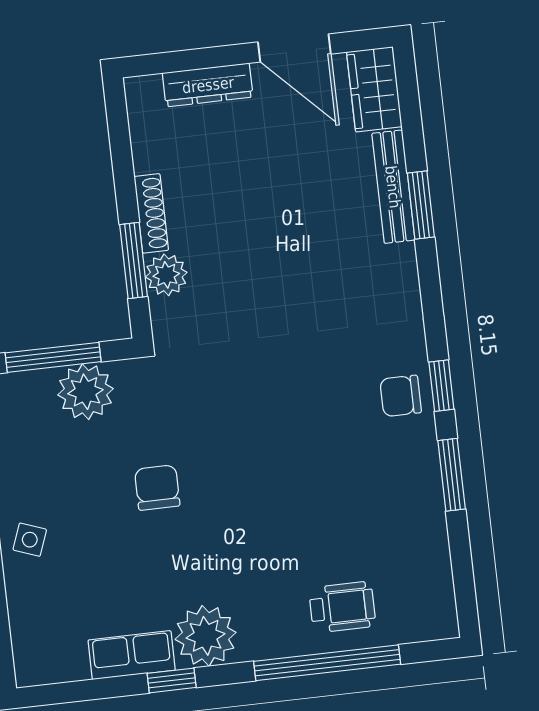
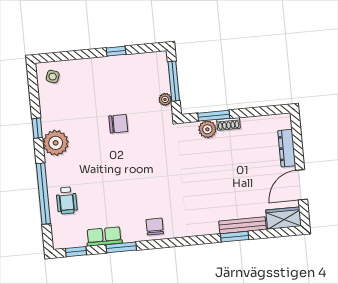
shoe rack: (151, 213) -> (228, 124), width x0.70
window: (441, 386) -> (76, 252), moved
plant: (85, 392) -> (165, 99), width x0.53, depth x0.53
side table: (30, 540) -> (53, 77), moved
row of seats: (132, 655) -> (104, 236), moved, turned -90

